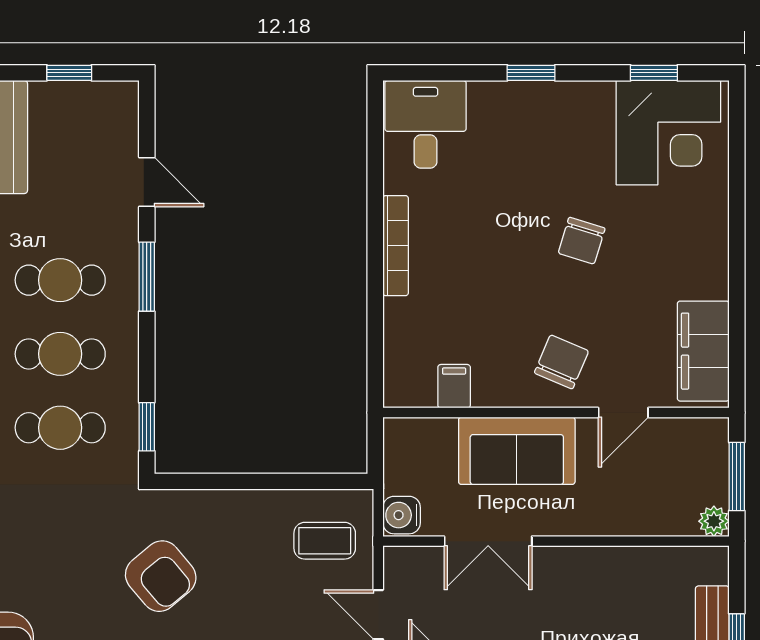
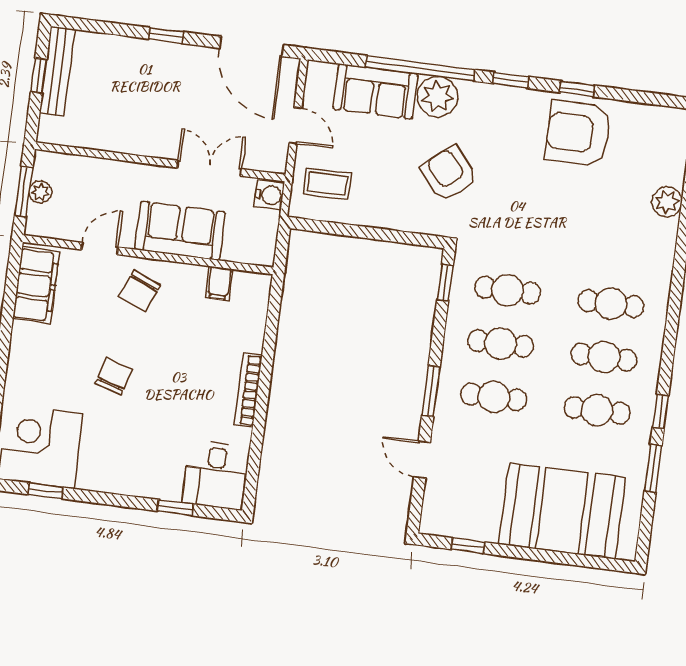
window: (531, 73) -> (175, 508), moved
plant: (714, 521) -> (40, 192), moved

